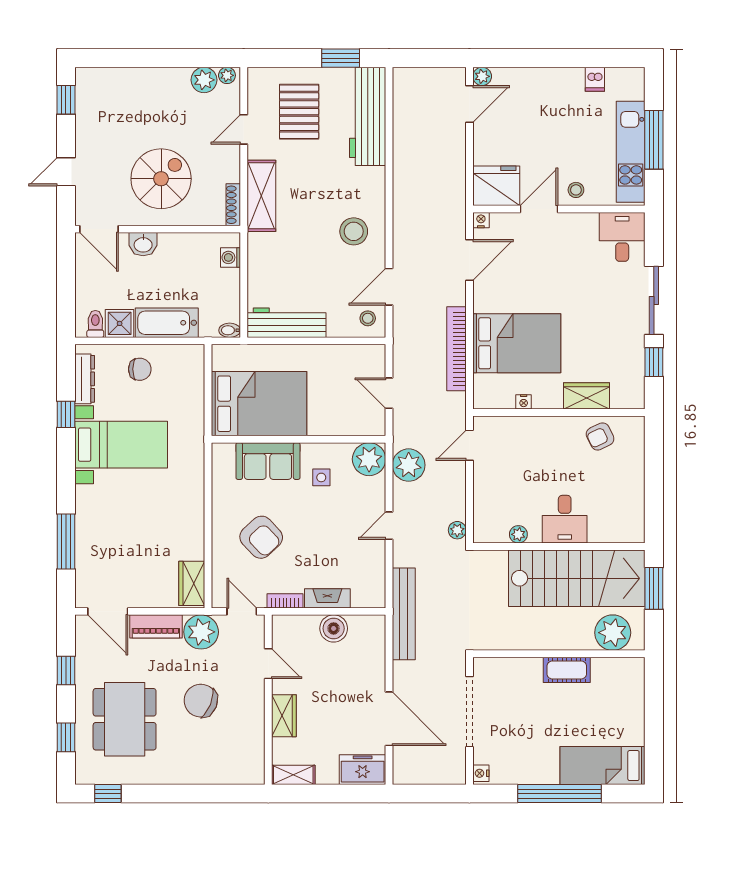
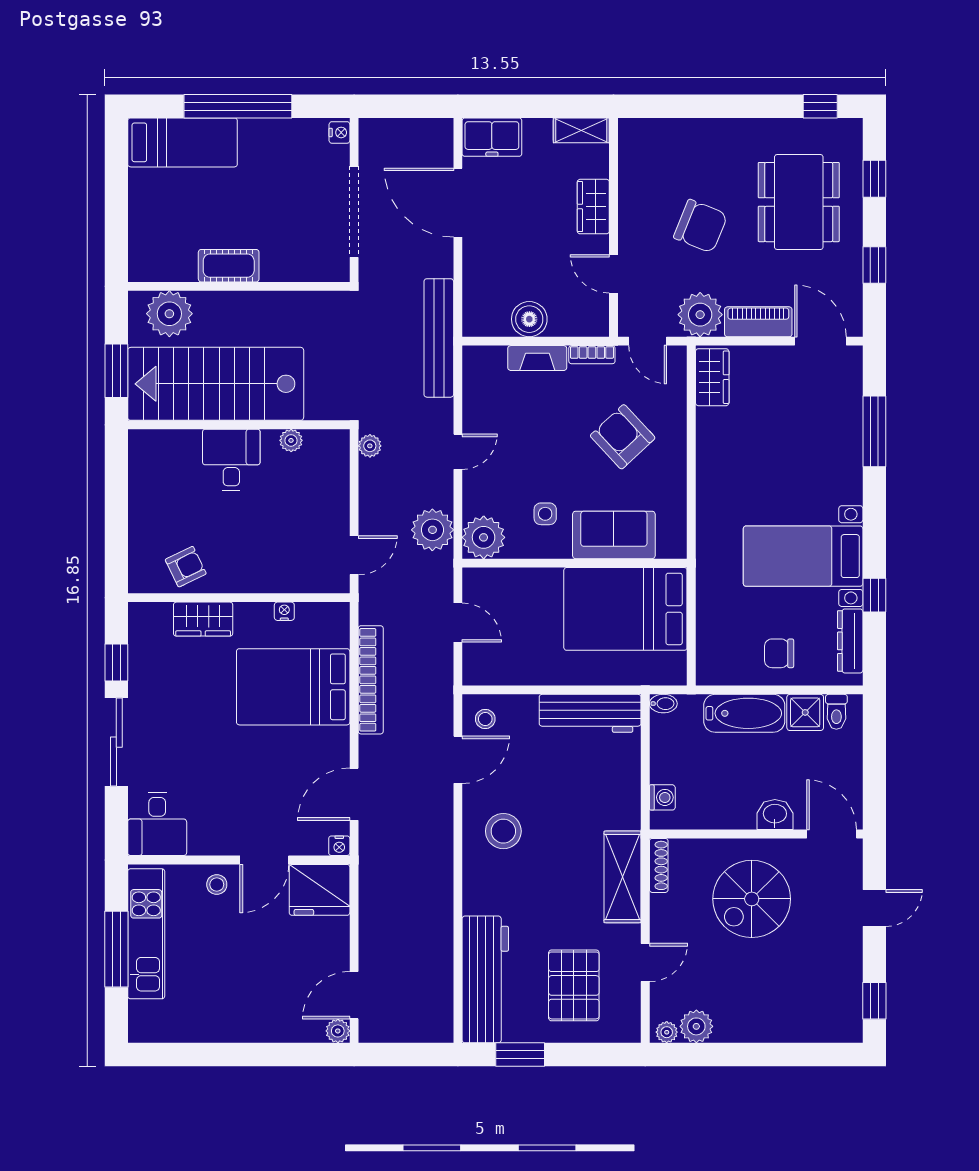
dishwasher: (595, 79) -> (192, 1027), removed

